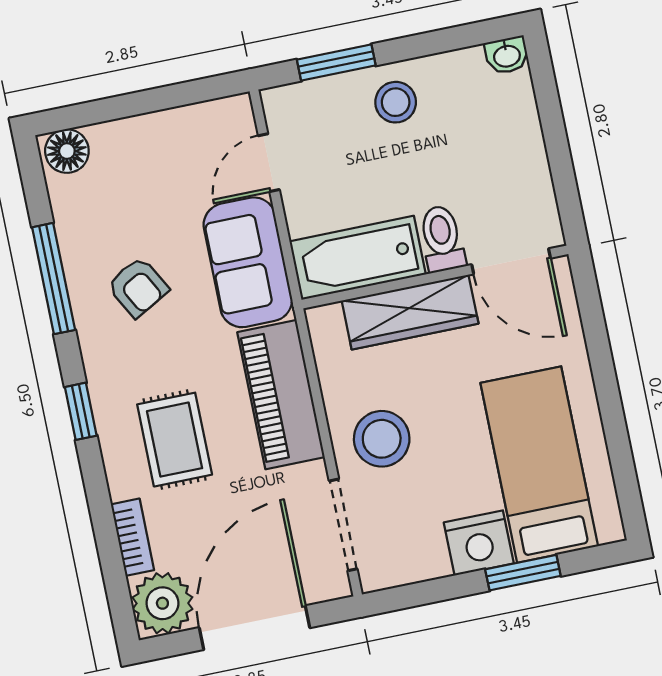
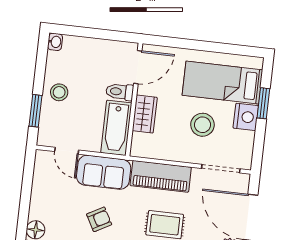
wardrobe: (410, 312) -> (145, 114), width x0.67
stool: (382, 439) -> (202, 125), moved

